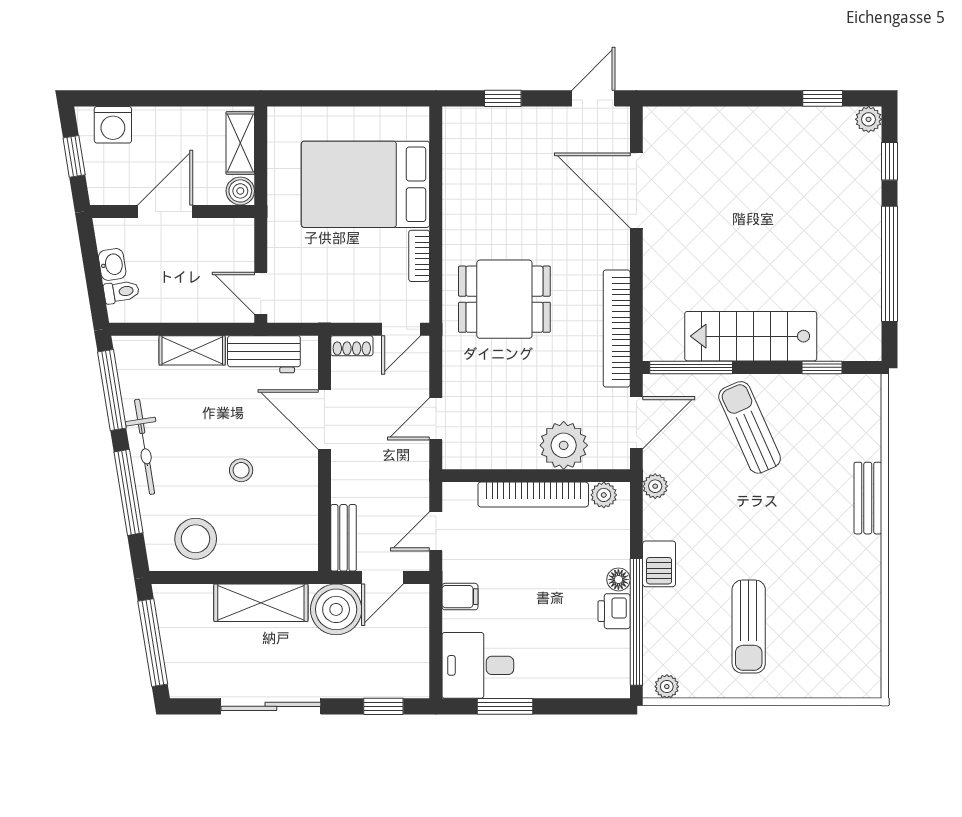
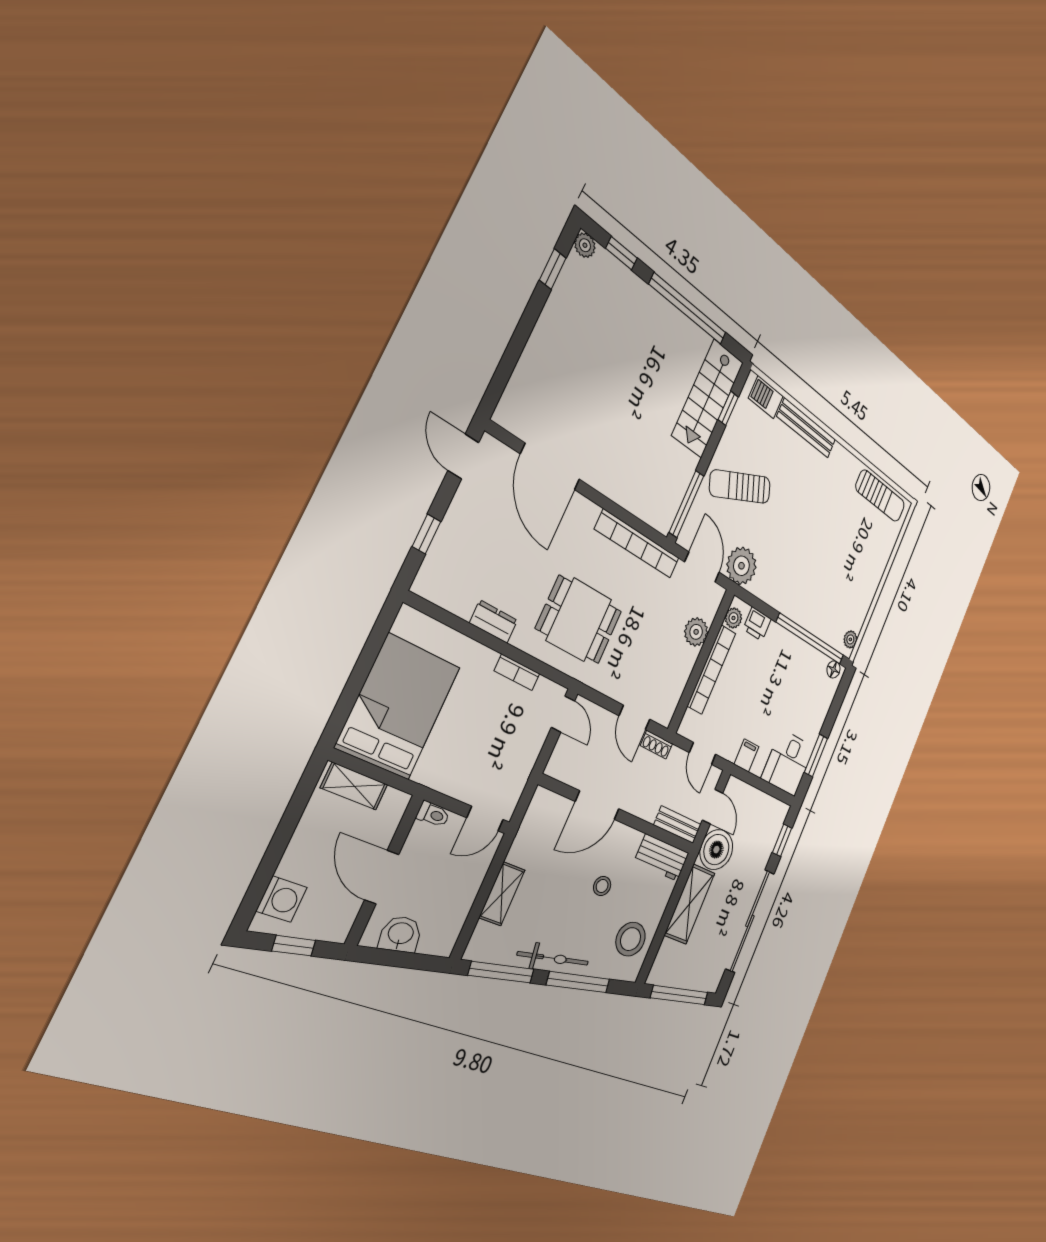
bed: (365, 184) -> (398, 707), moved, turned 180
boiler: (240, 191) -> (396, 803), removed
door: (636, 191) -> (550, 467), hinge flipped
dresser: (456, 206) -> (494, 622), added
washbasin: (112, 264) -> (401, 934), width x1.38, depth x1.45
toilet: (121, 292) -> (433, 814), moved, turned 99
dining table: (504, 299) -> (579, 620), turned 90
stairs: (751, 336) -> (708, 399), moved
shoe rack: (352, 346) -> (656, 745), moved, turned 90
workbench: (264, 354) -> (662, 858), moved, turned 90
plant: (564, 445) -> (696, 632), width x0.73, depth x0.73
plant: (655, 486) -> (741, 566), width x1.88, depth x1.88
bench: (868, 498) -> (806, 428), width x1.36
barbecue: (659, 564) -> (766, 397), moved, turned 180
floor lamp: (618, 579) -> (833, 669), moved
printer: (614, 611) -> (757, 624), moved
sun lounger: (749, 627) -> (880, 496), moved
sliding door: (271, 706) -> (750, 921), width x1.36

